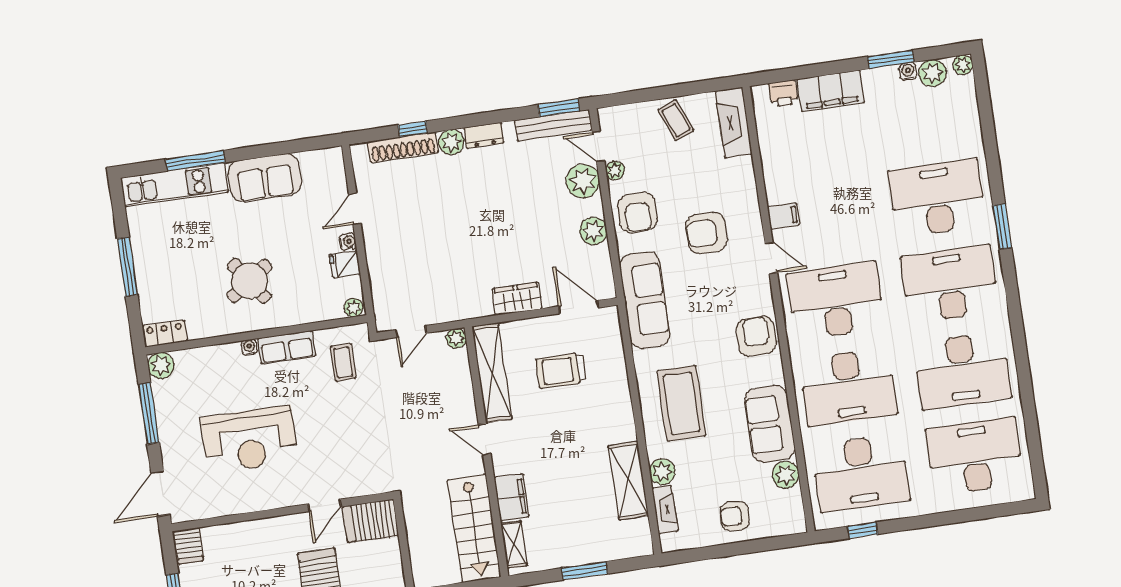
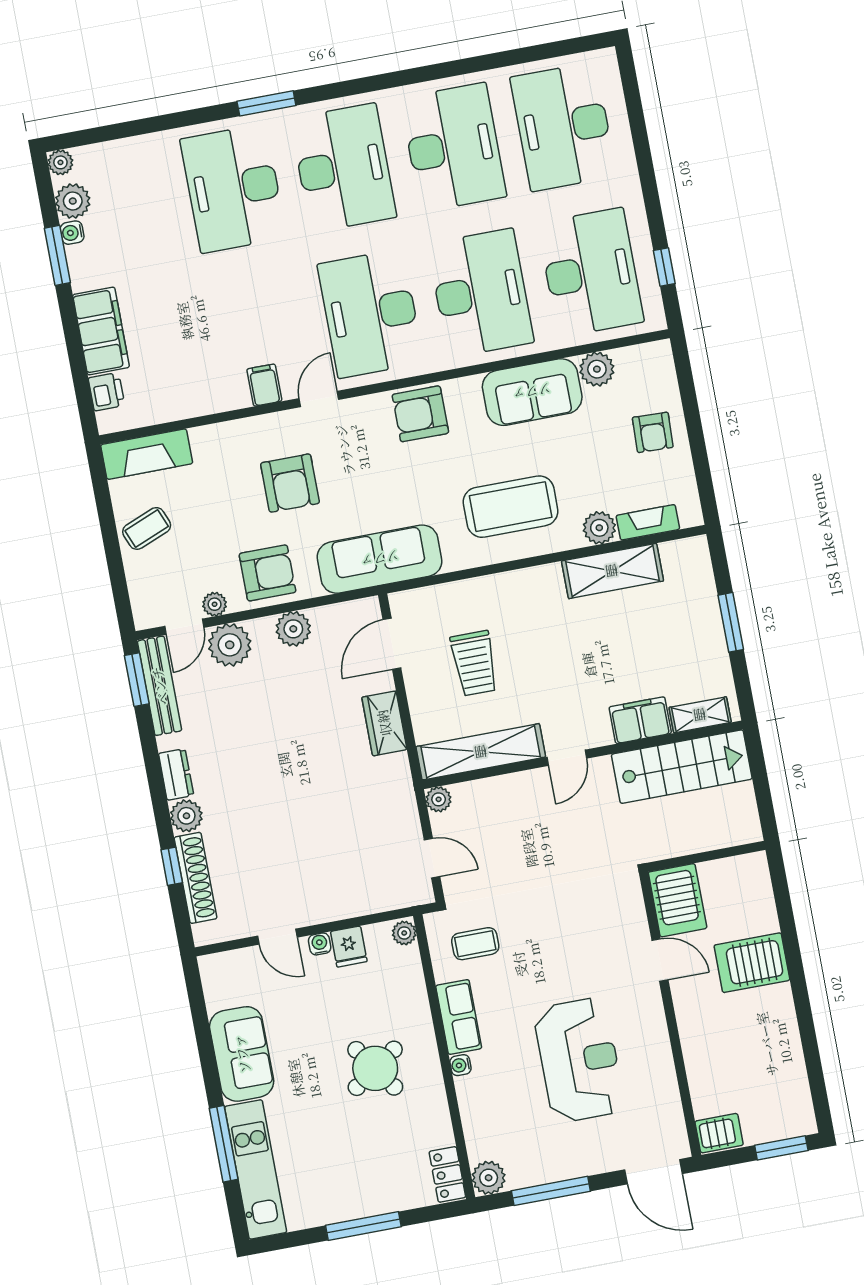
desk: (950, 284) -> (343, 168), turned 180

